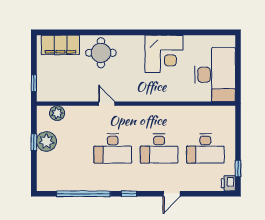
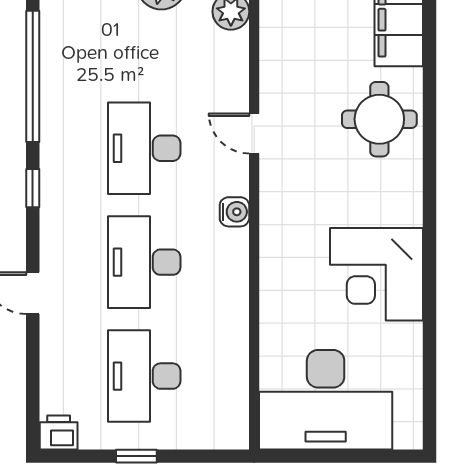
door: (107, 104) -> (254, 133), swing flipped
water cooler: (139, 112) -> (234, 212), added
window: (238, 169) -> (136, 456), moved

